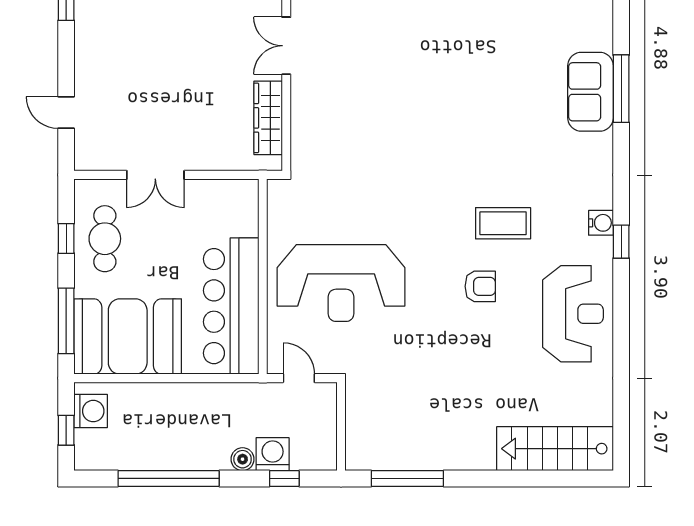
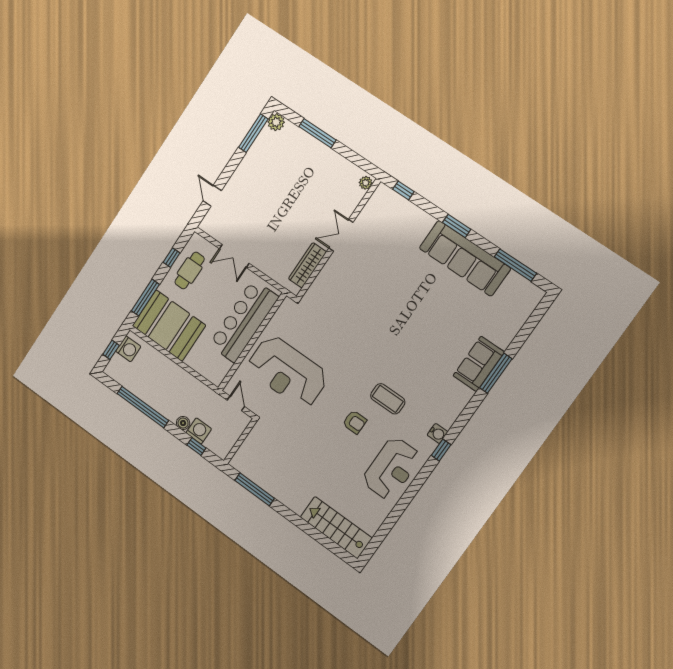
bar counter: (231, 306) -> (244, 321), moved

